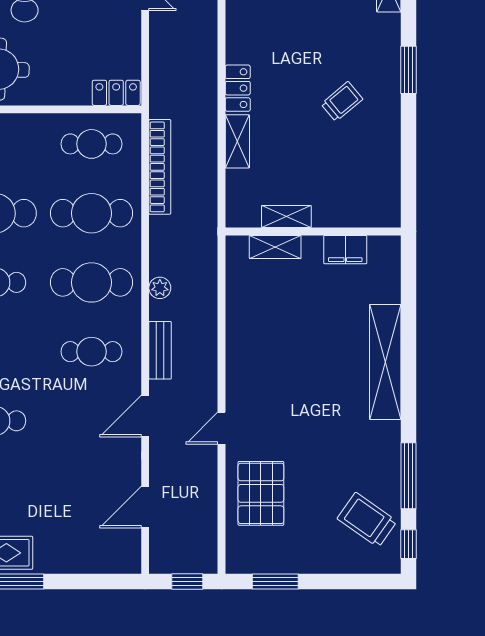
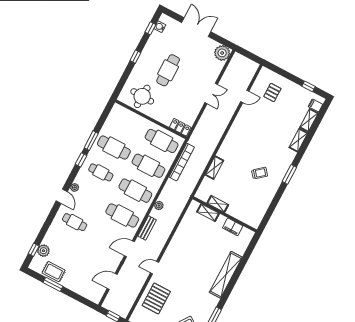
locker: (238, 88) -> (225, 149), removed
cafe table: (92, 144) -> (162, 141), width x1.37, depth x1.35
cafe table: (92, 352) -> (122, 215), width x1.37, depth x1.35

